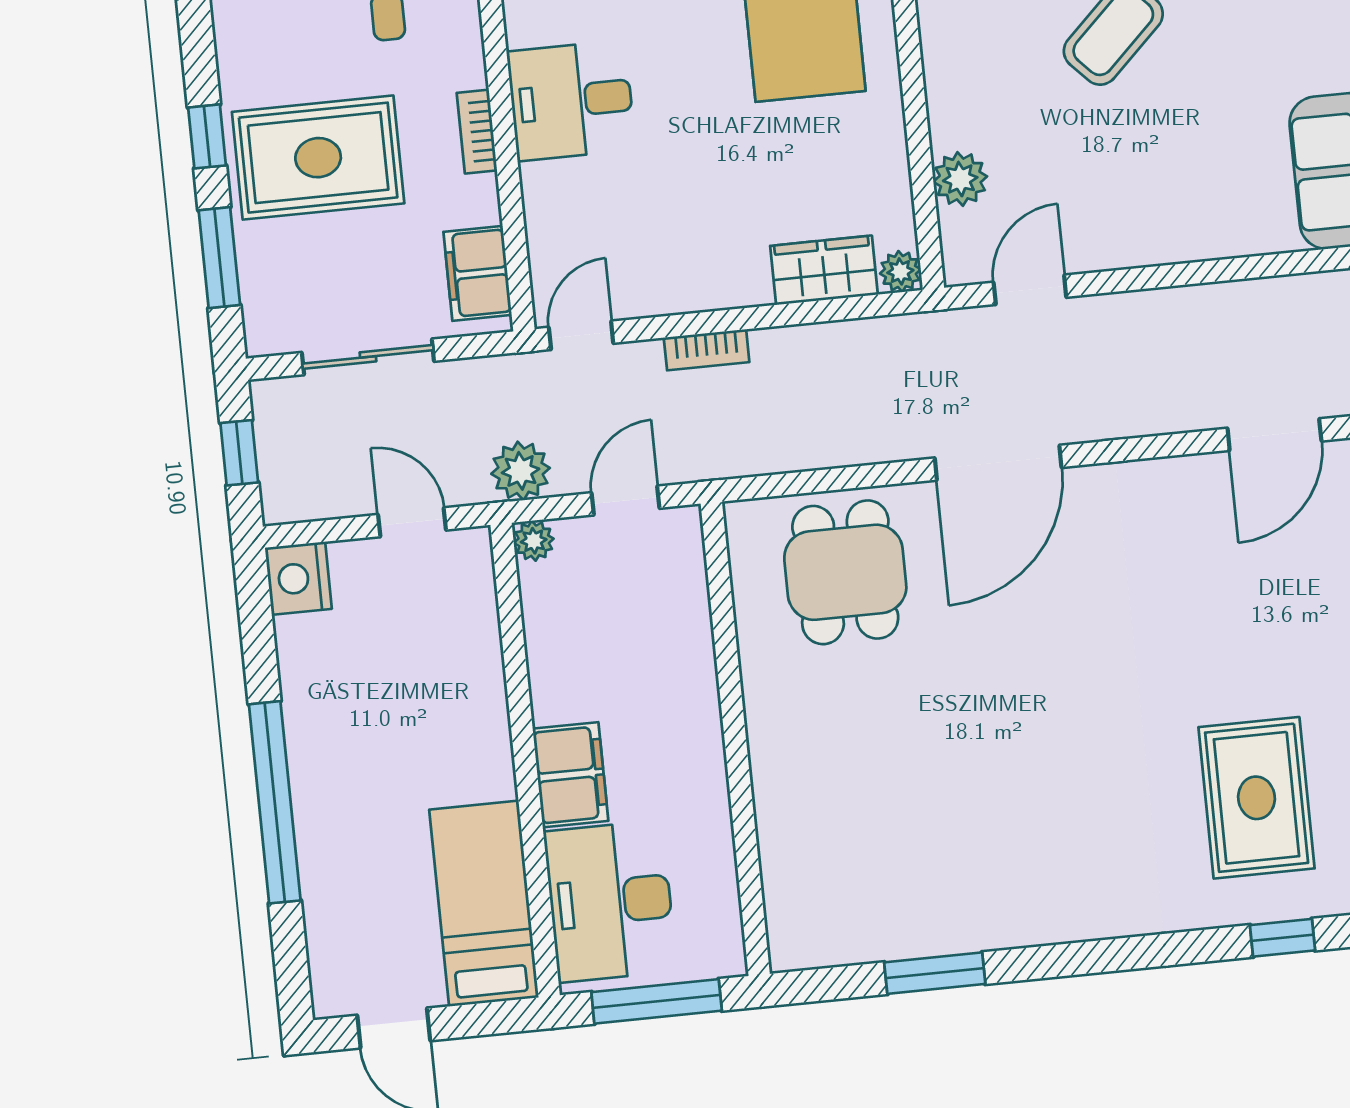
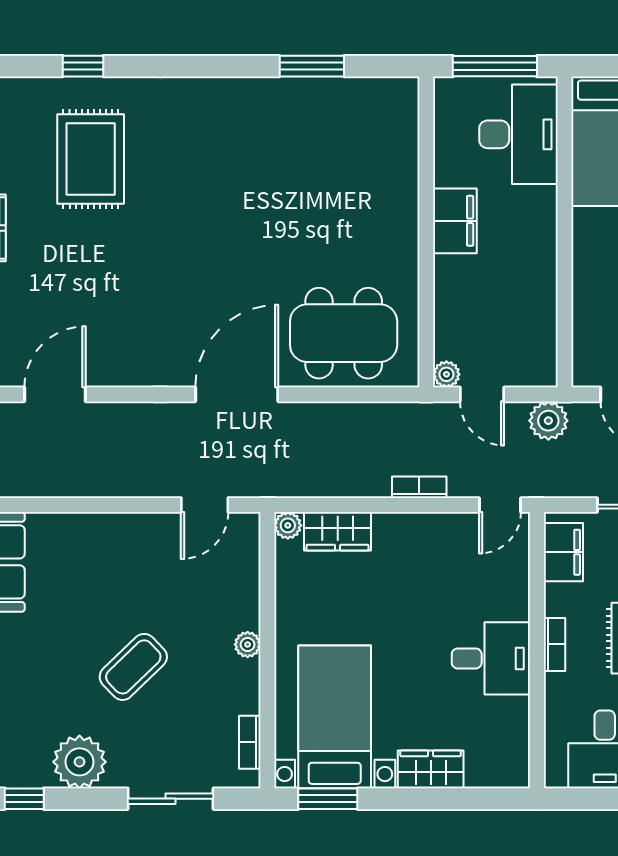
plant: (960, 179) -> (248, 644), moved, width x0.73, depth x0.73
door: (625, 501) -> (482, 394), hinge flipped
plant: (534, 541) -> (446, 374), moved
dining table: (845, 572) -> (344, 333), width x1.38
filing cabinet: (570, 775) -> (455, 221), moved, turned 180

